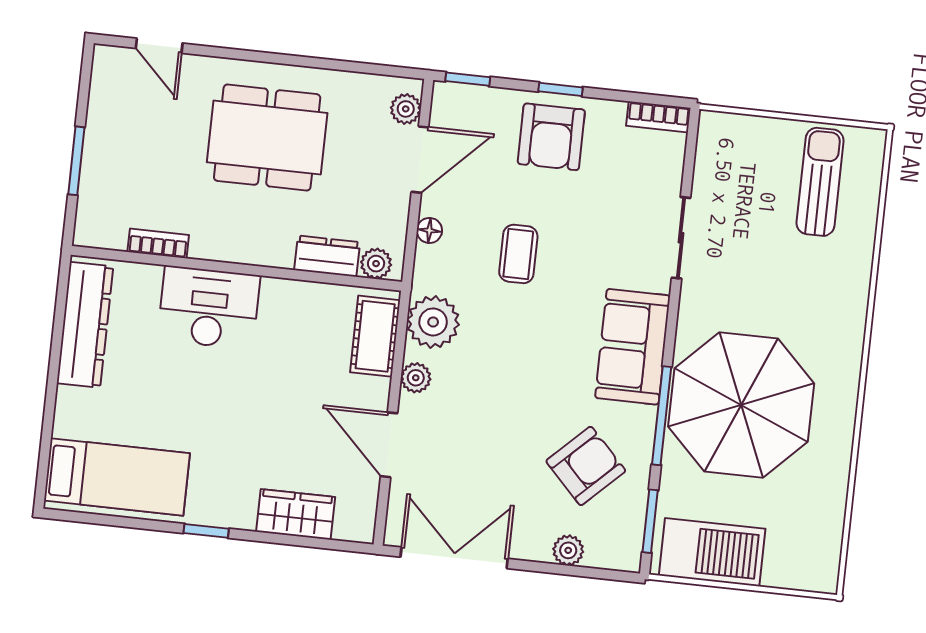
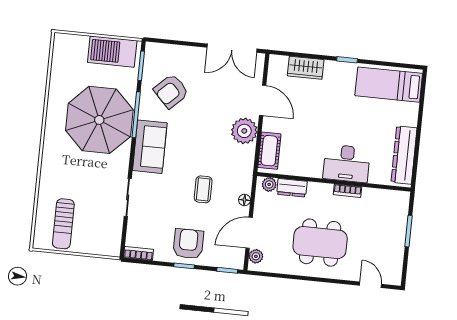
bookcase: (158, 243) -> (348, 191), moved
plant: (433, 322) -> (242, 157), removed
plant: (416, 378) -> (244, 131), width x1.88, depth x1.88
plant: (568, 550) -> (179, 52), removed

